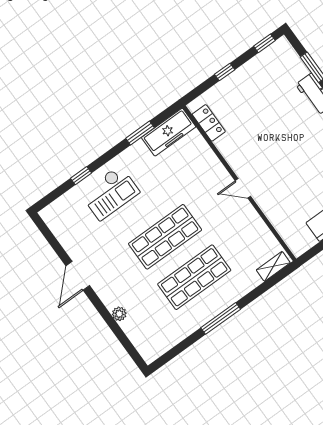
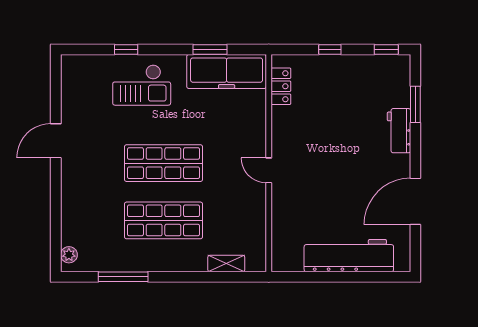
freezer: (169, 132) -> (227, 71), width x1.36, depth x1.26
shelving: (273, 266) -> (226, 263), moved
plant: (119, 314) -> (69, 255), moved
window: (221, 318) -> (123, 277), moved

